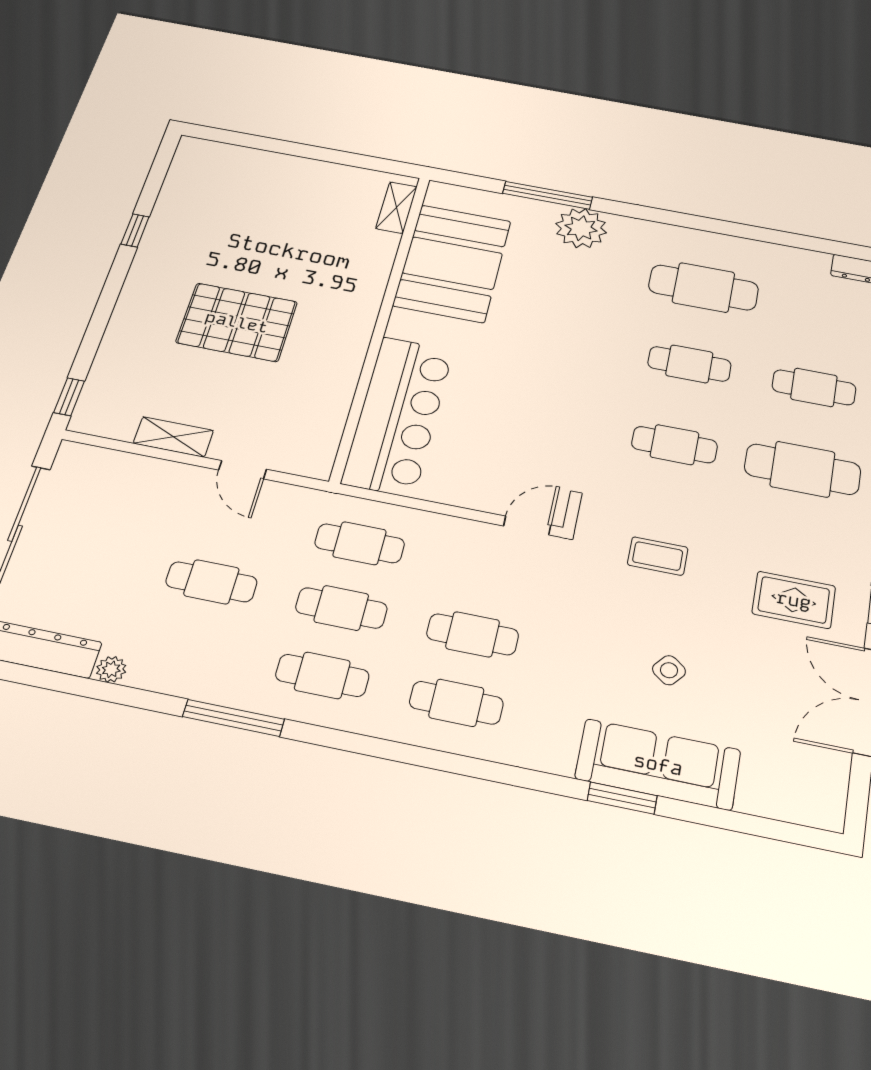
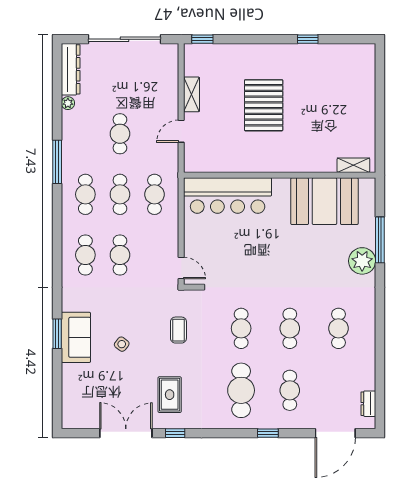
cafe table: (703, 287) -> (338, 328), width x0.73, depth x0.74
sofa: (658, 764) -> (76, 337), width x0.73

